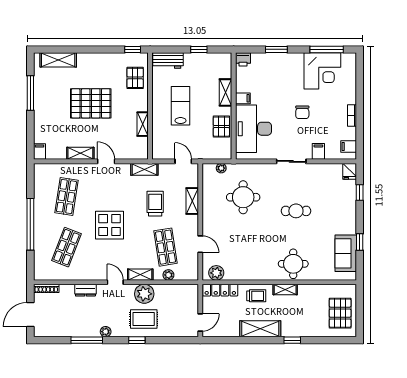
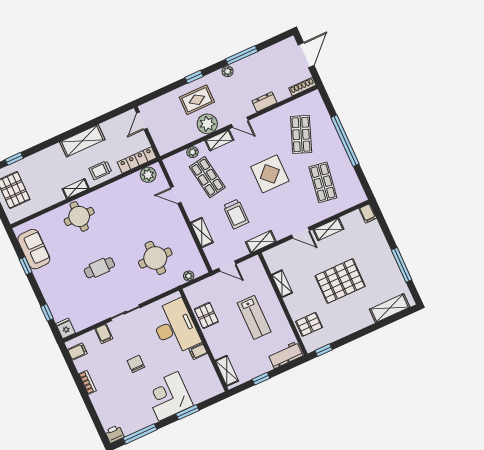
printer: (243, 59) -> (114, 434), moved
corner desk: (322, 71) -> (168, 396), moved
pallet: (135, 78) -> (309, 324), turned 90
shelving: (226, 92) -> (227, 371), moved
window: (292, 340) -> (14, 159), moved

